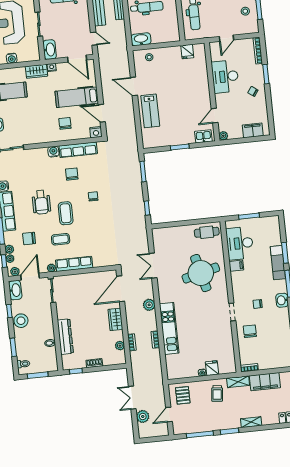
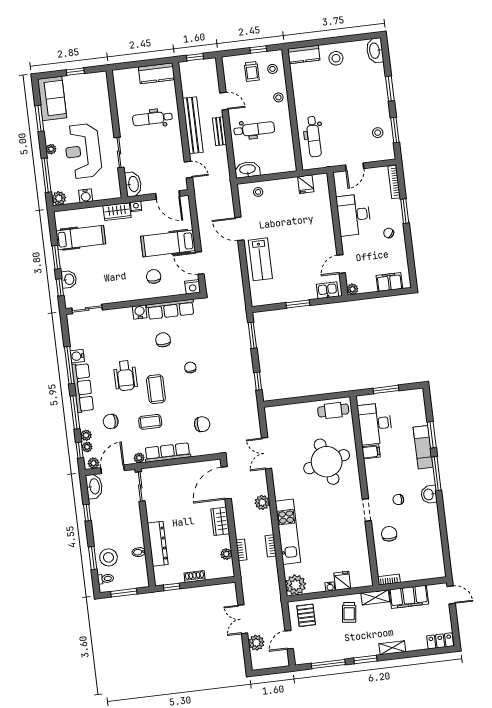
chair: (102, 242) -> (202, 424), added
stool: (21, 321) -> (108, 557), moved
plant: (175, 371) -> (296, 585), added

